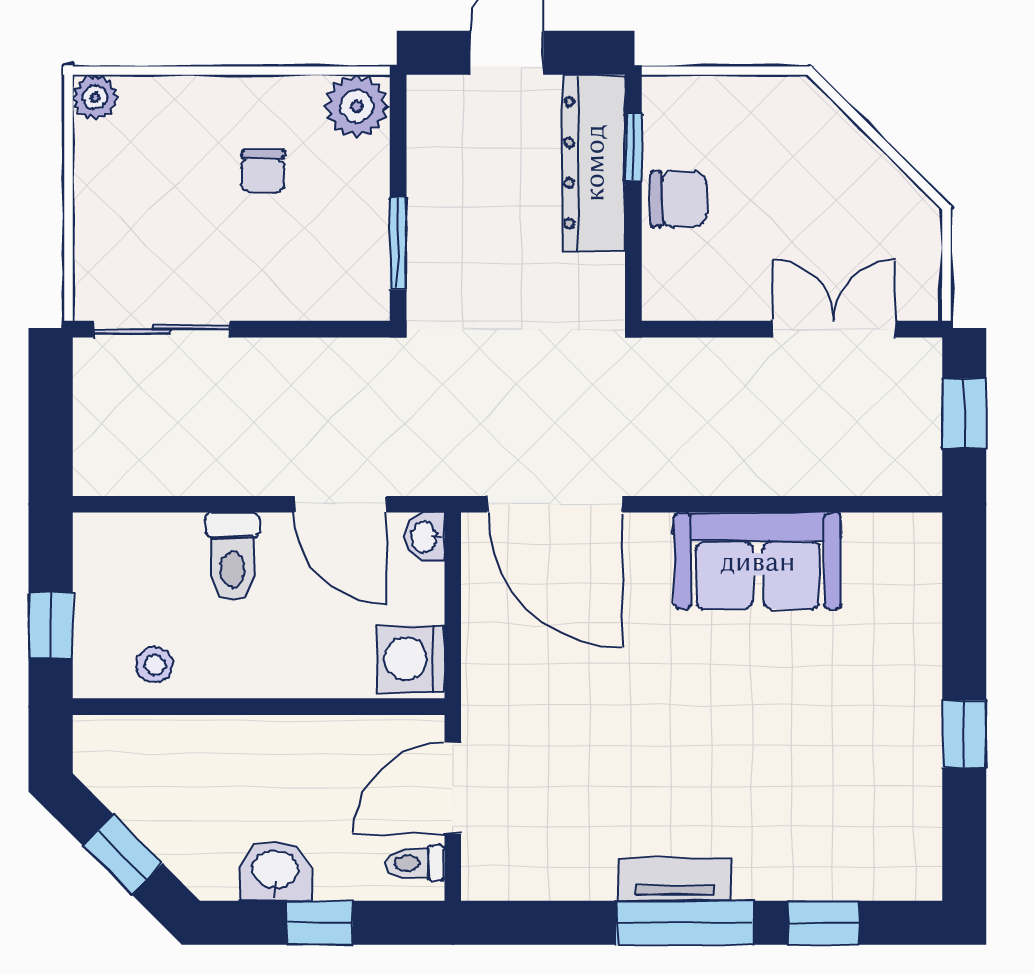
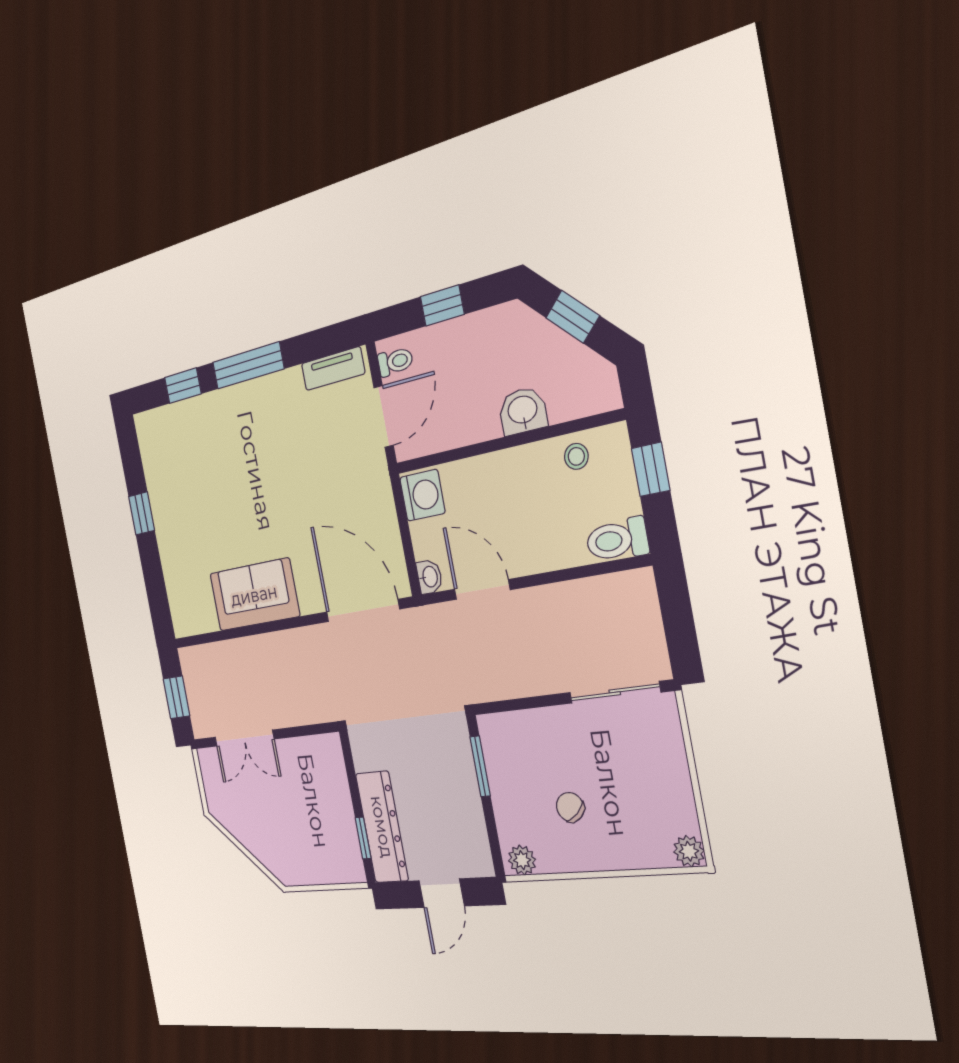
plant: (357, 106) -> (522, 860), width x0.73, depth x0.73
chair: (263, 171) -> (570, 807), turned -42
chair: (679, 199) -> (334, 808), removed
toilet: (233, 557) -> (617, 540), moved, turned -90
washbasin: (276, 871) -> (523, 411), moved, turned 180
tv unit: (675, 880) -> (333, 369), moved

